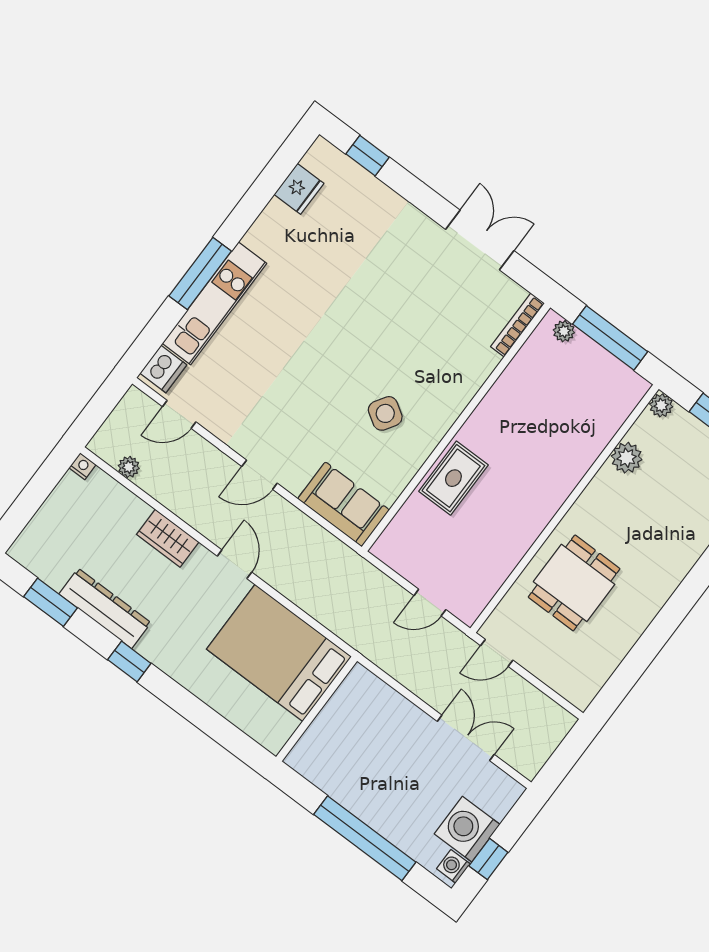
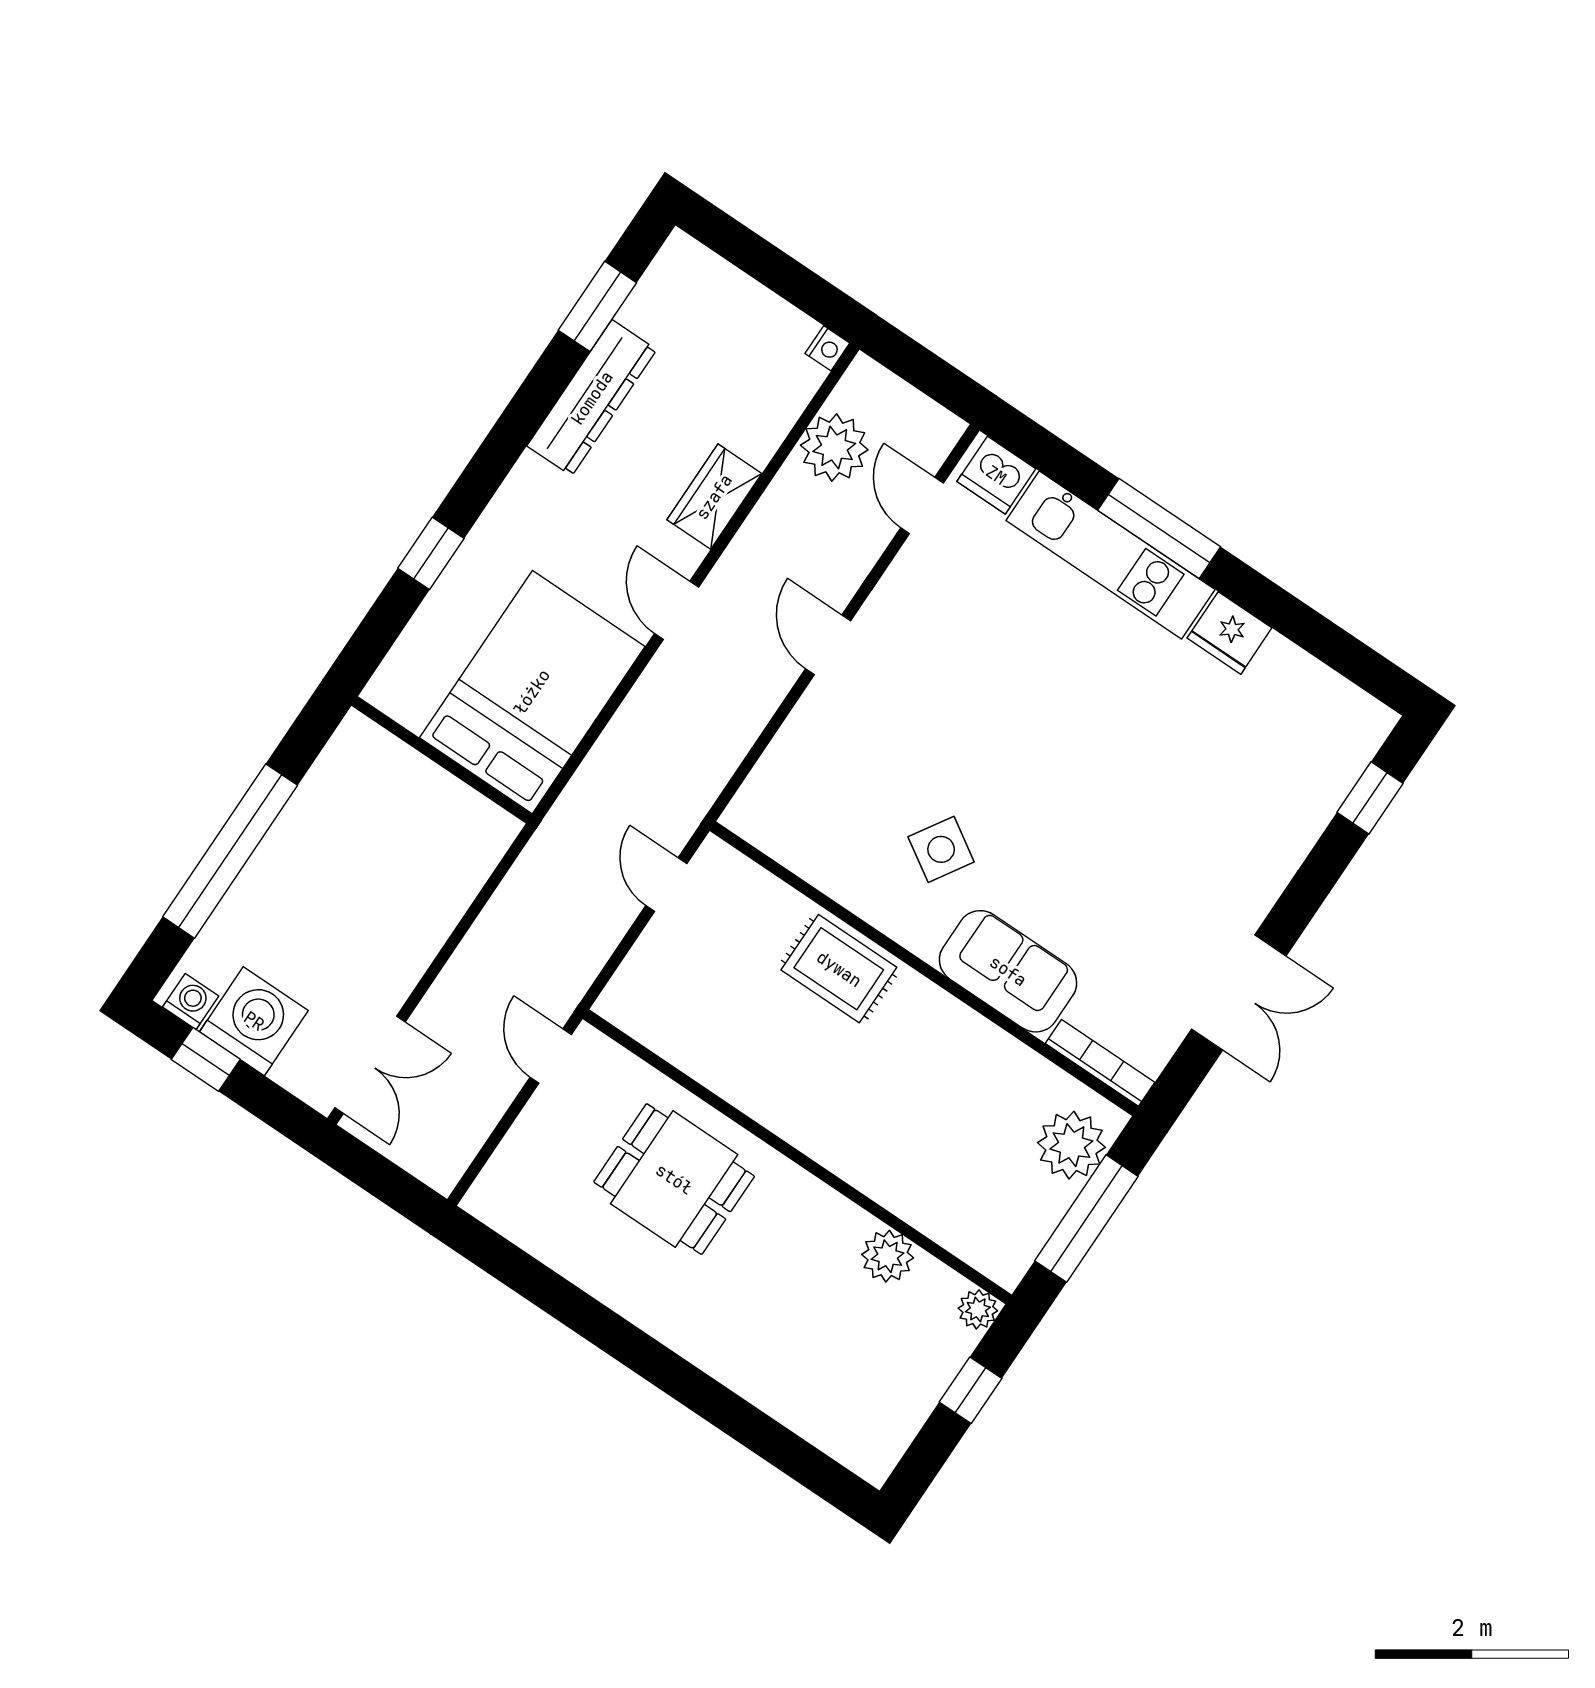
fridge: (299, 189) -> (1229, 633), moved
plant: (564, 331) -> (1071, 1145), width x1.88, depth x1.88
plant: (129, 467) -> (834, 448), width x1.88, depth x1.88
sofa: (343, 504) -> (1008, 971), moved, turned -90
door: (234, 564) -> (677, 610), swing flipped
door: (430, 603) -> (666, 885), moved
window: (129, 661) -> (431, 553), moved
double door: (466, 738) -> (370, 1065), moved

